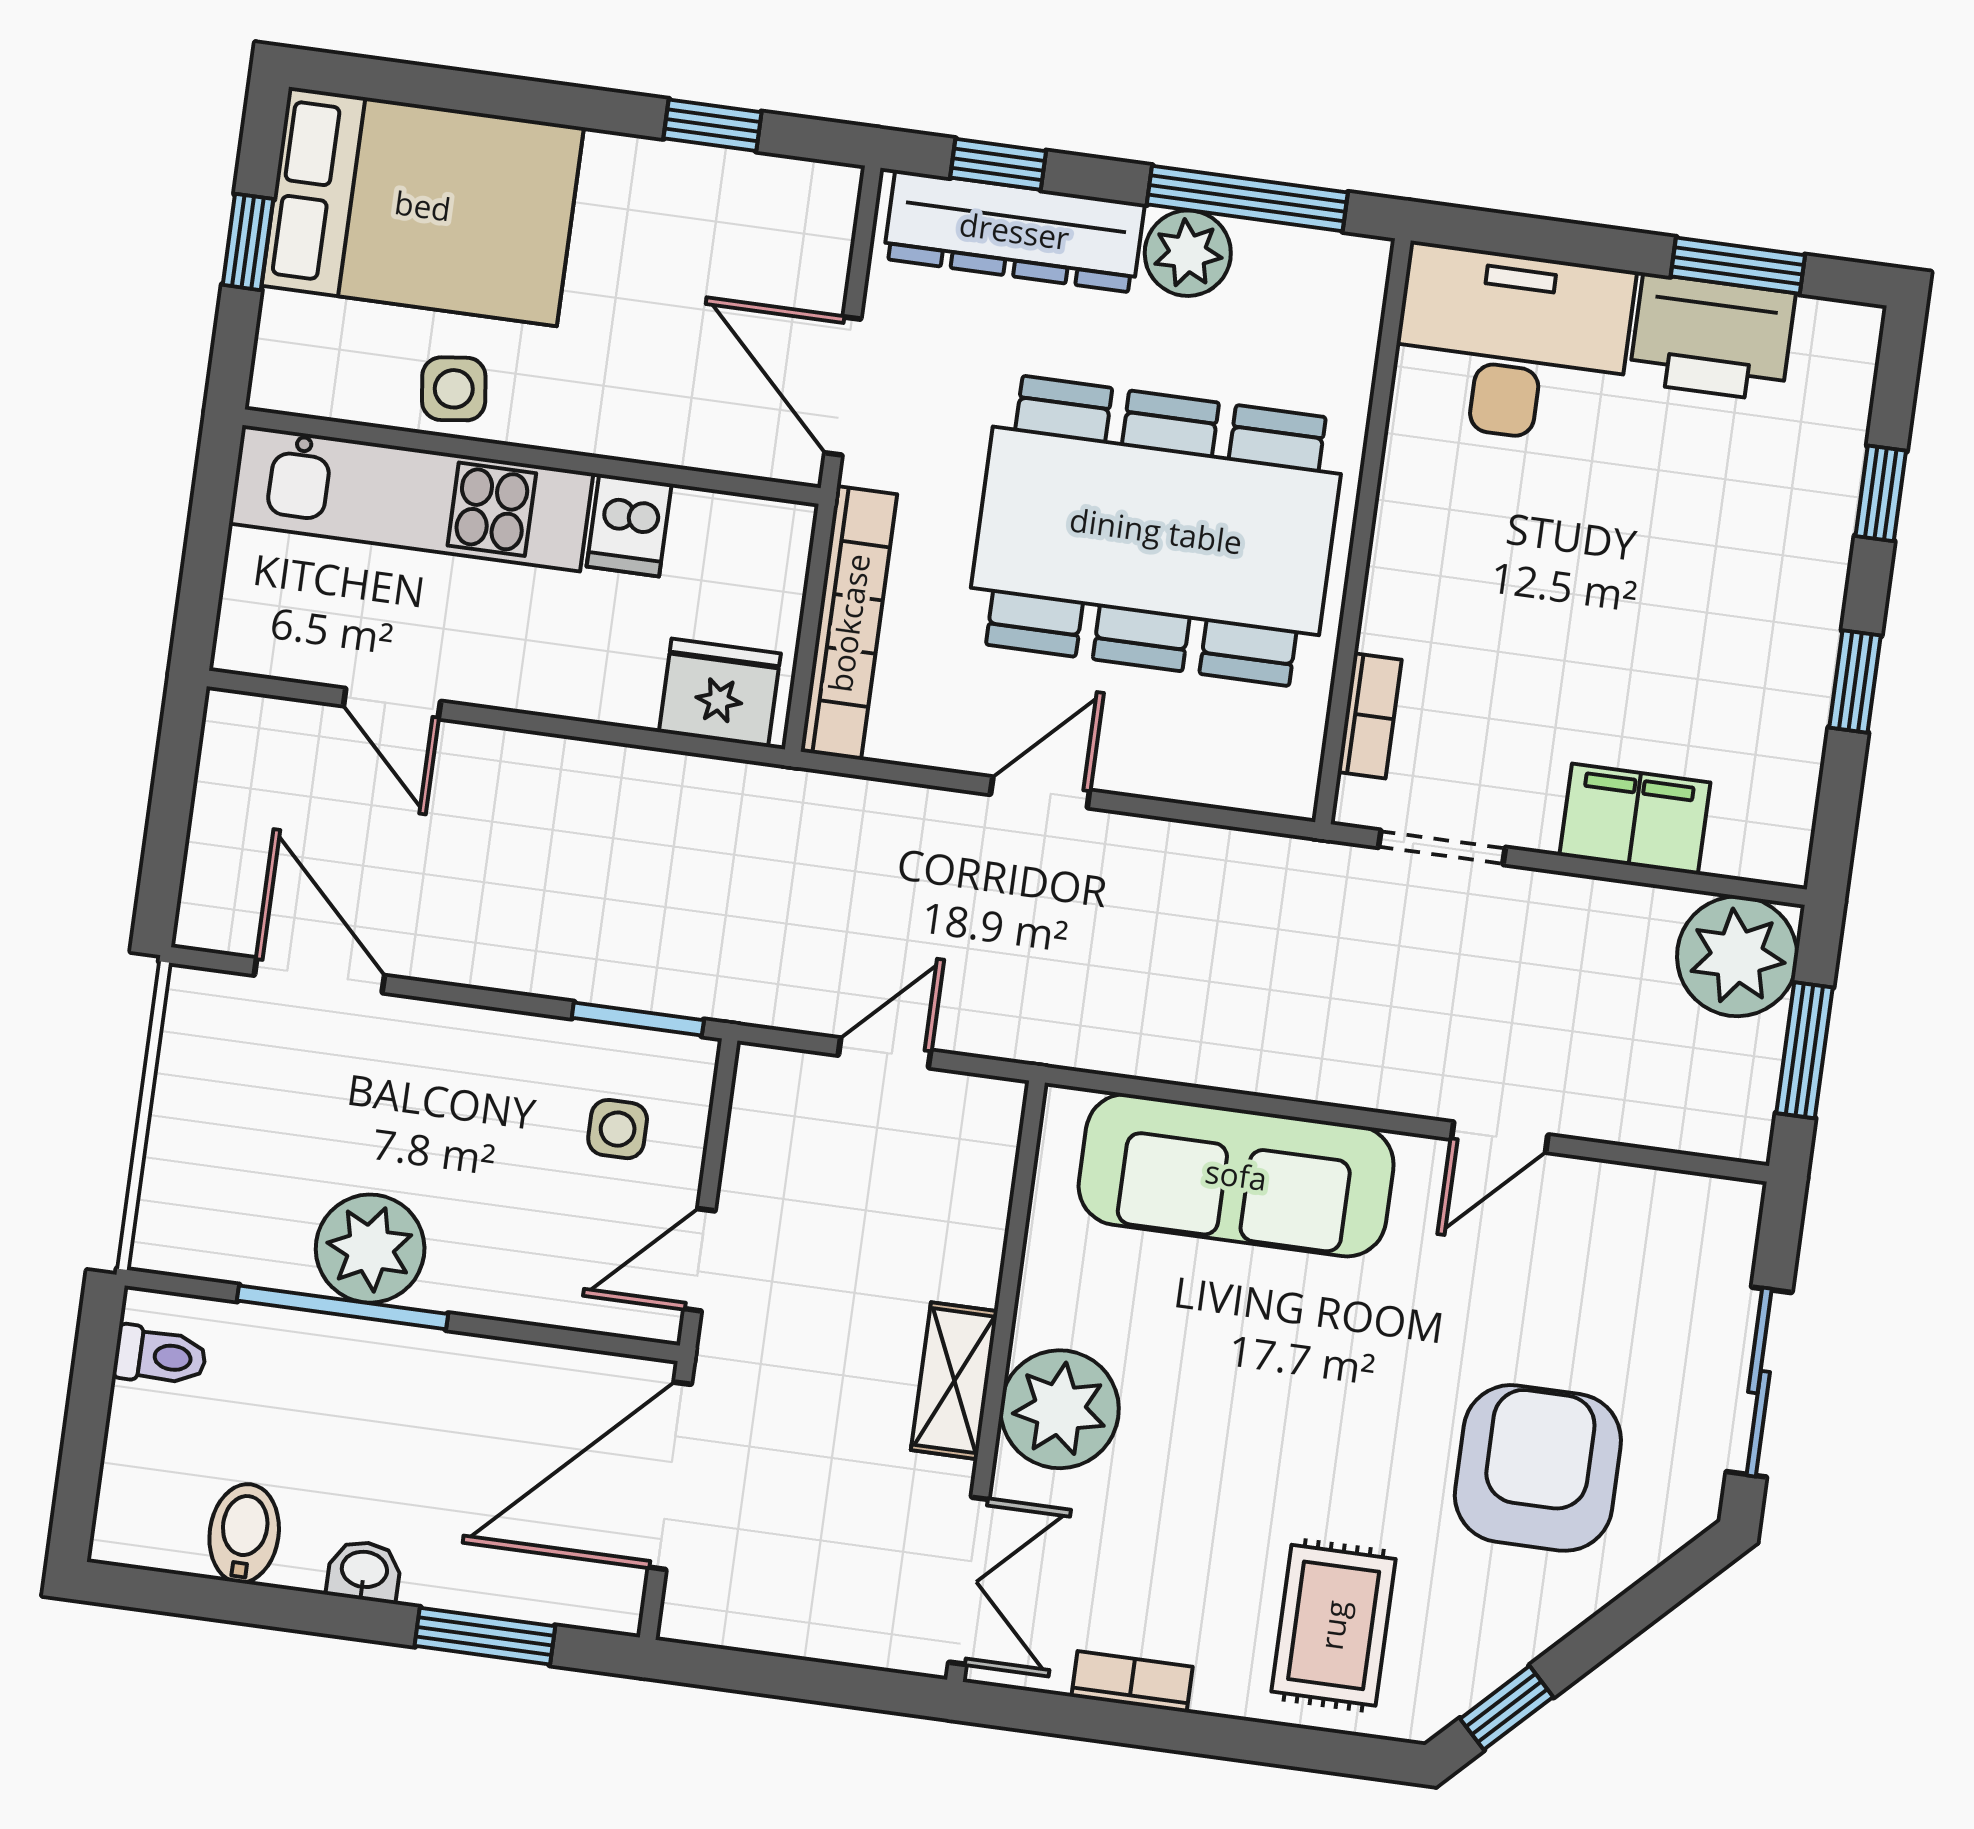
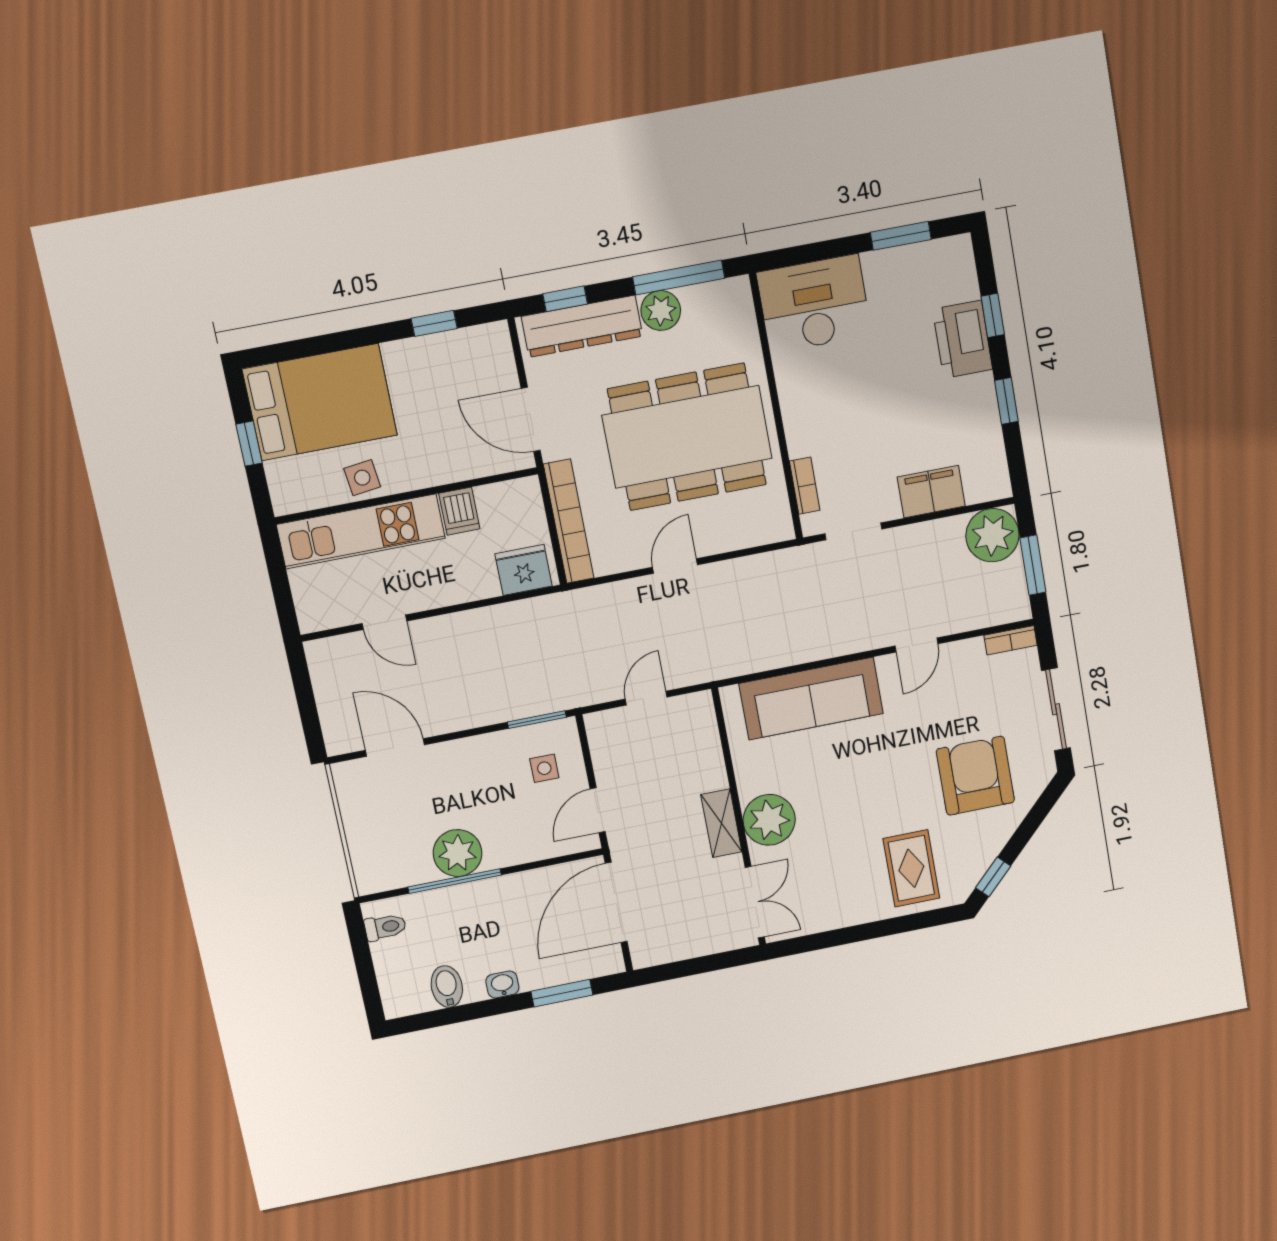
printer: (1712, 337) -> (963, 339), moved, turned 90
bookcase: (1132, 1682) -> (1011, 640), moved, turned 180

